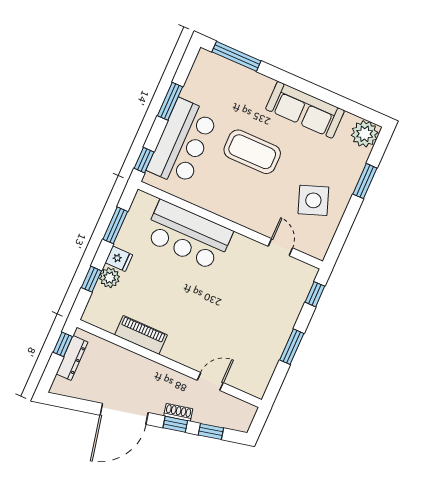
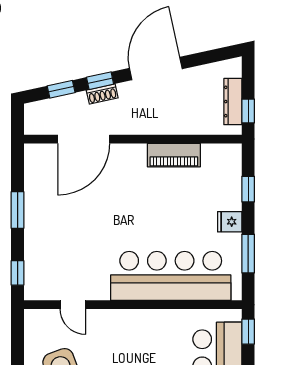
bar counter: (188, 235) -> (171, 276), width x1.36
plant: (110, 278) -> (231, 199), removed
door: (210, 381) -> (84, 139), width x1.88

